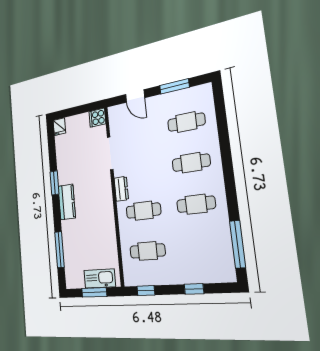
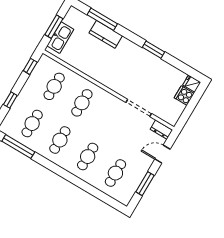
cooker: (97, 118) -> (184, 96), moved, turned -90
dresser: (121, 189) -> (161, 130), moved
kitchen counter: (67, 202) -> (106, 34), moved
cafe table: (201, 247) -> (32, 124), added

